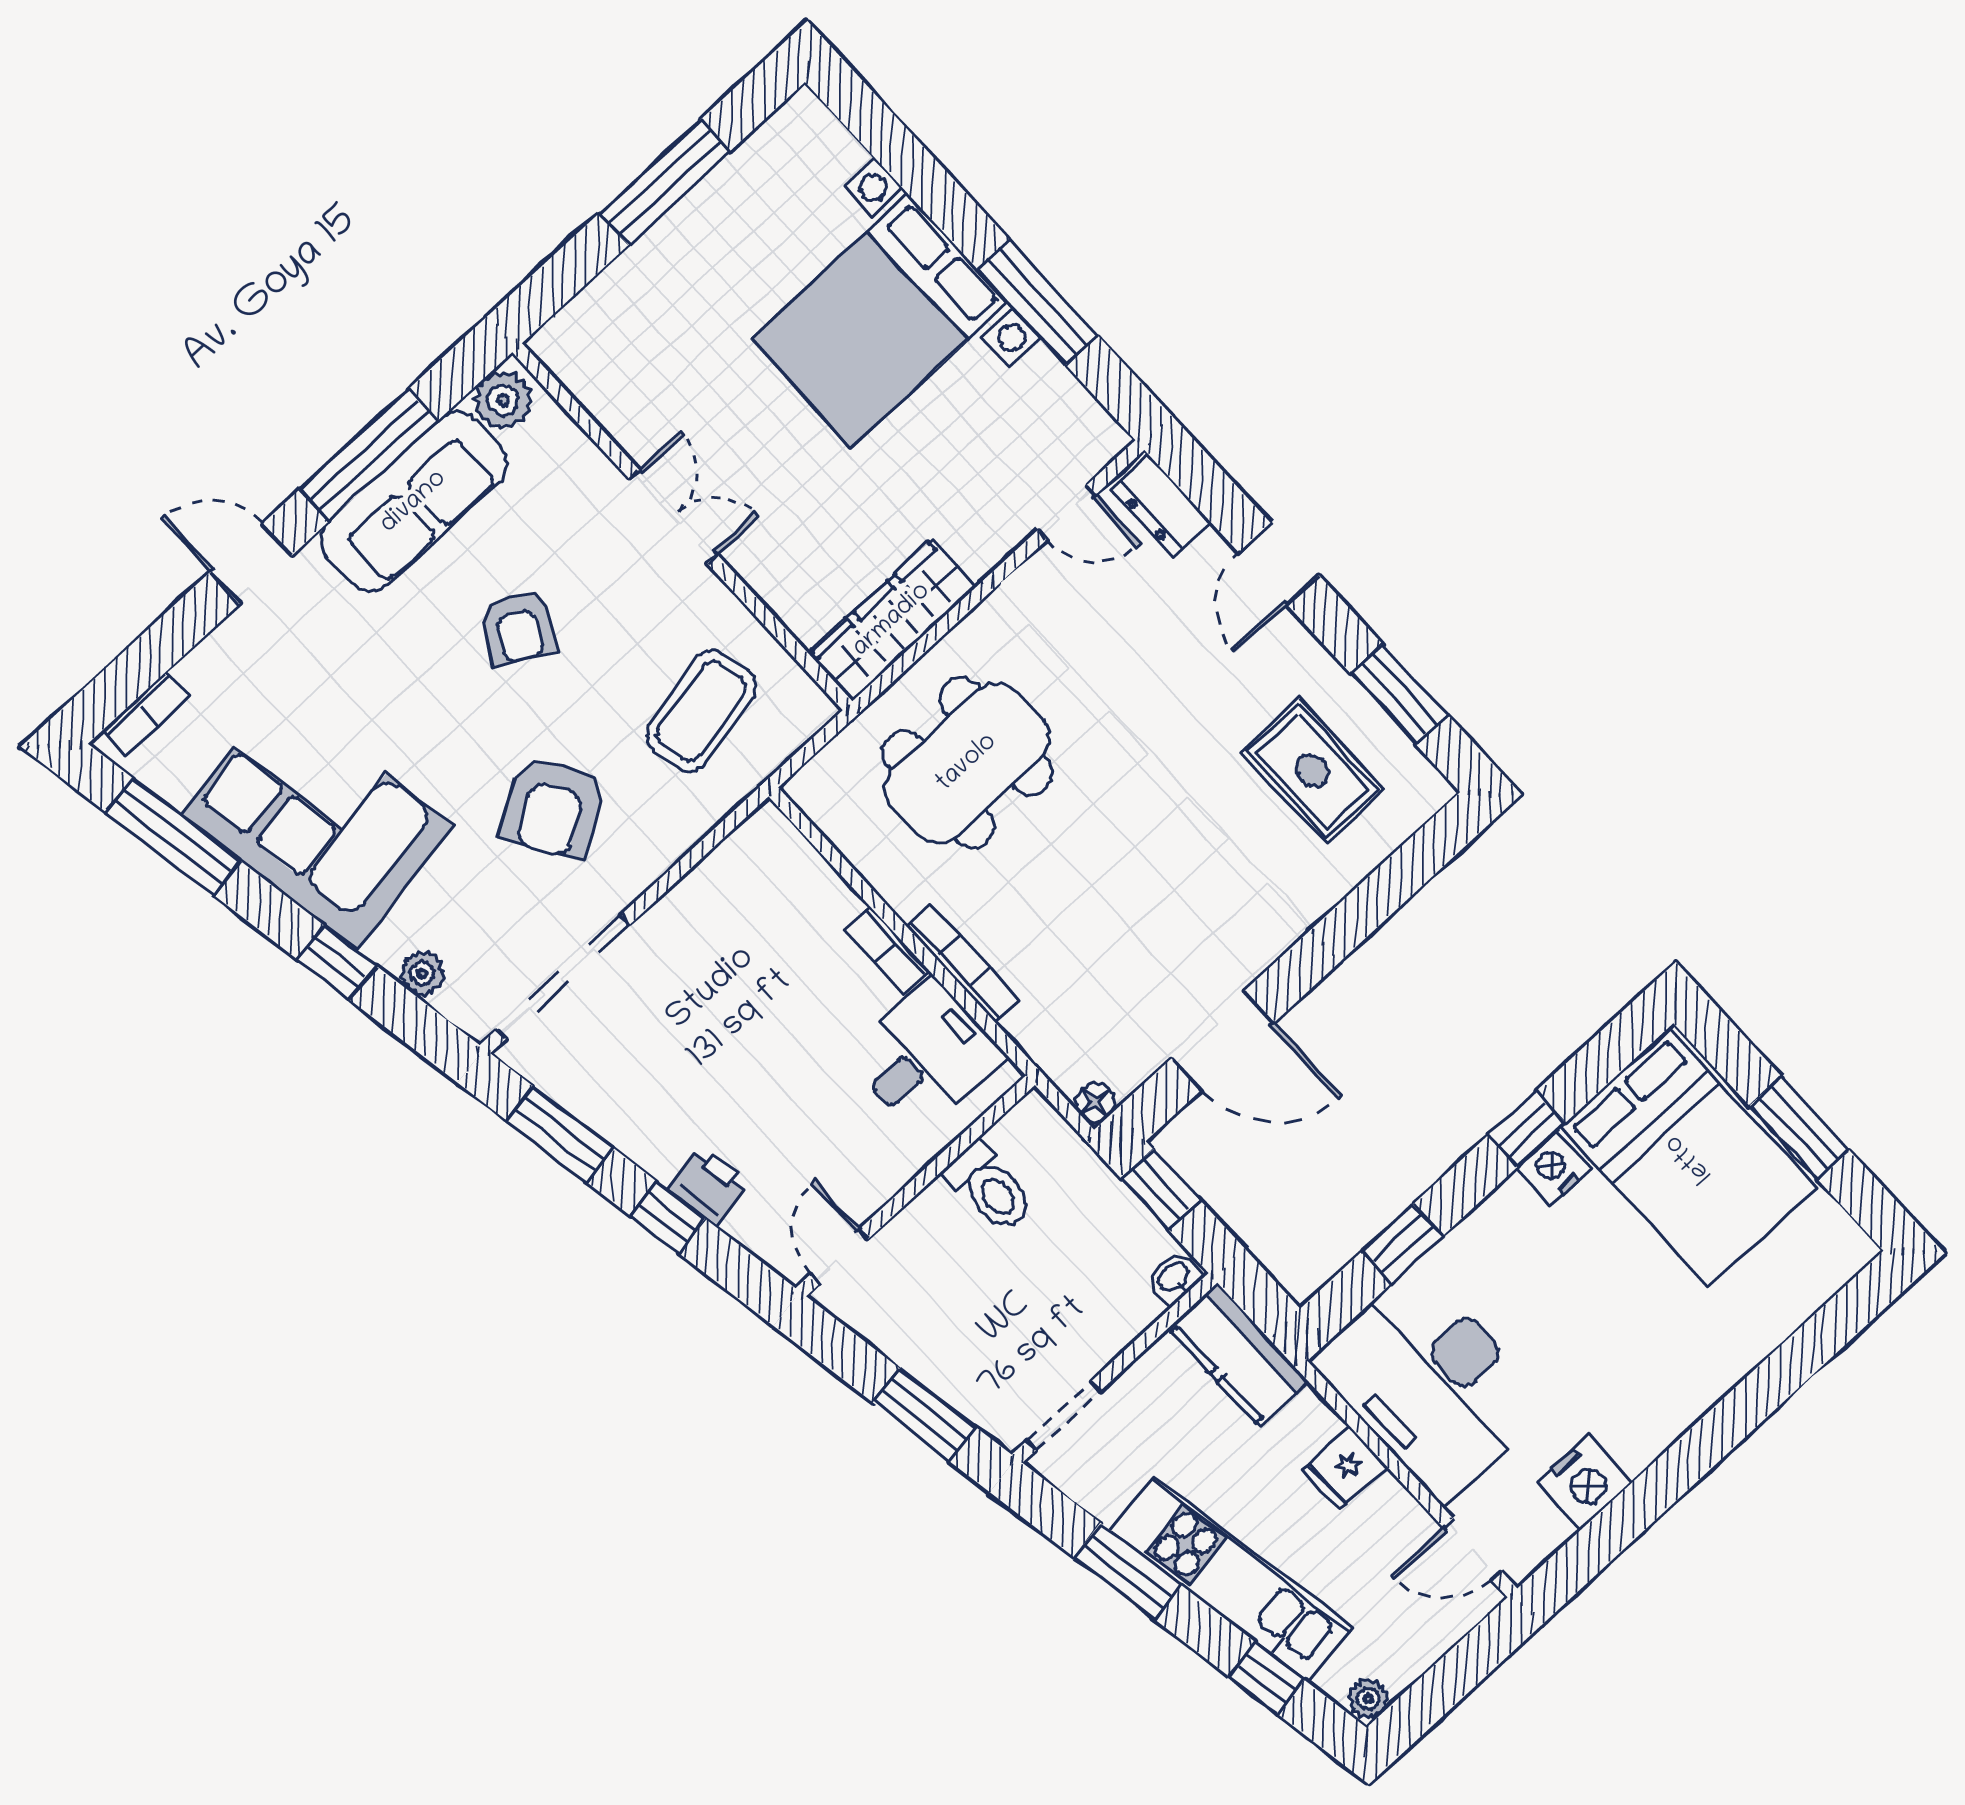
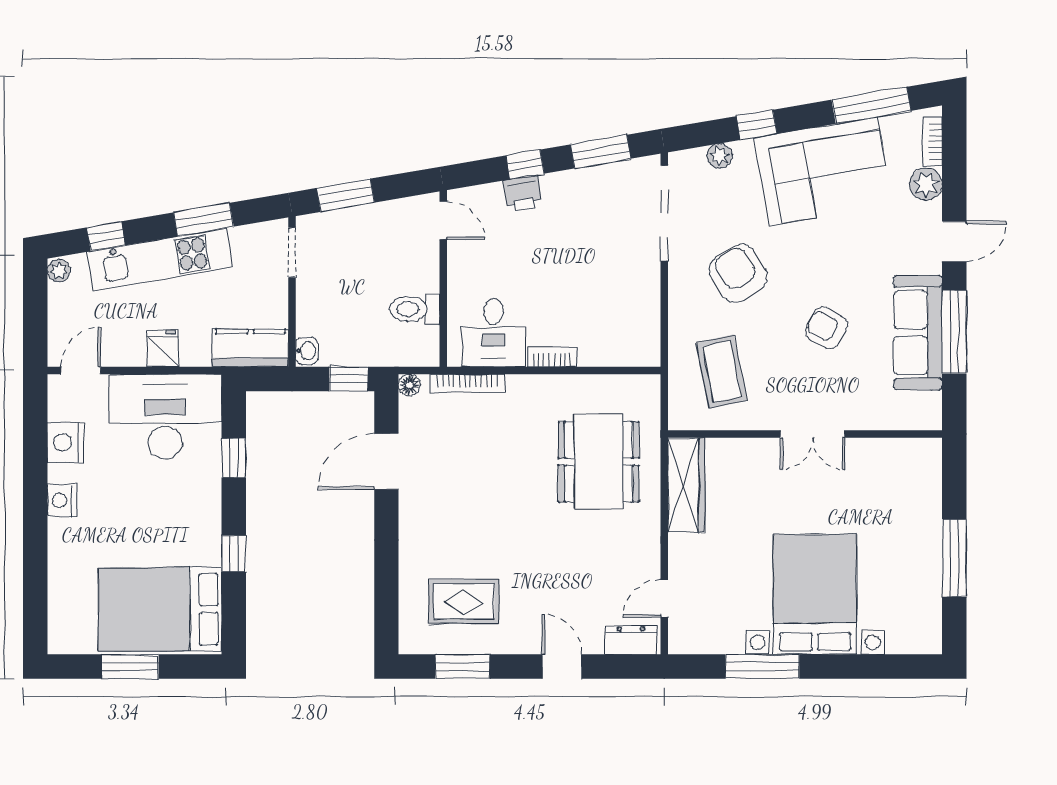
plant: (503, 400) -> (926, 184), moved
bookcase: (963, 963) -> (467, 384), moved
nightstand: (1554, 1169) -> (62, 500), moved, turned 180

